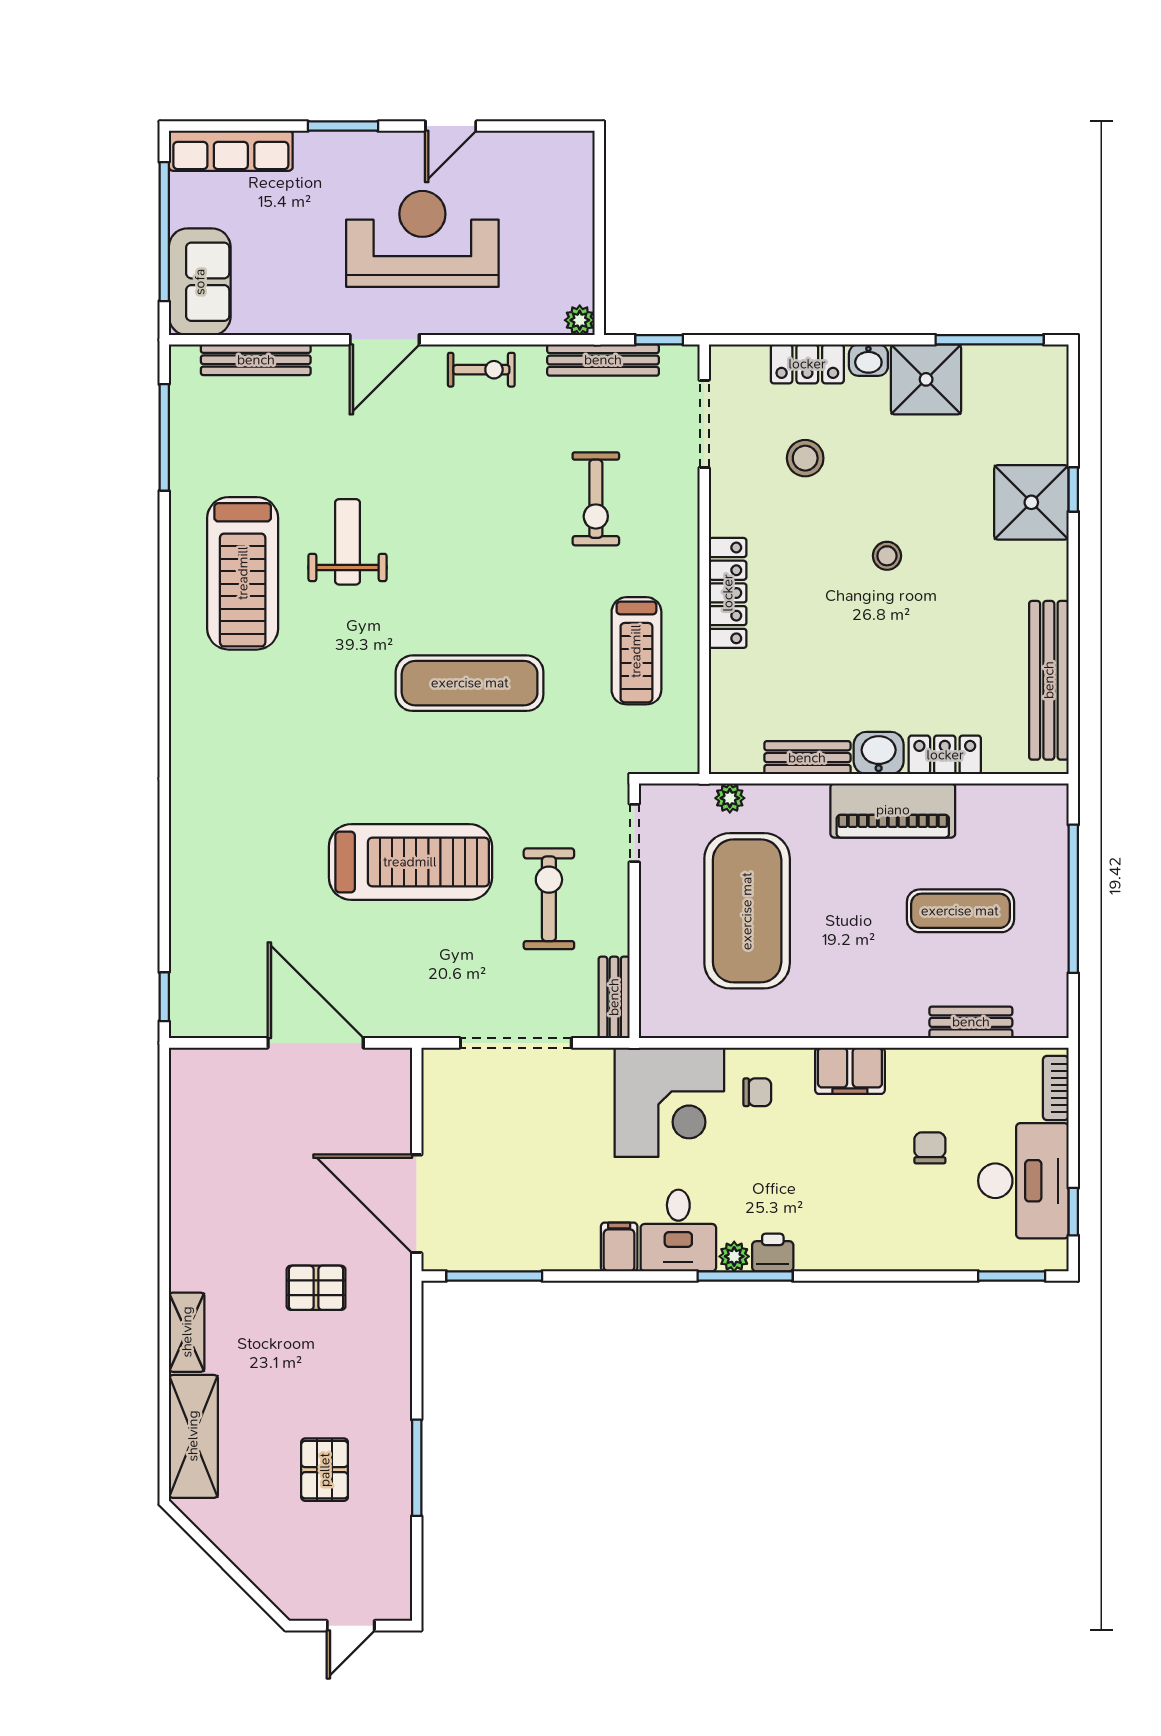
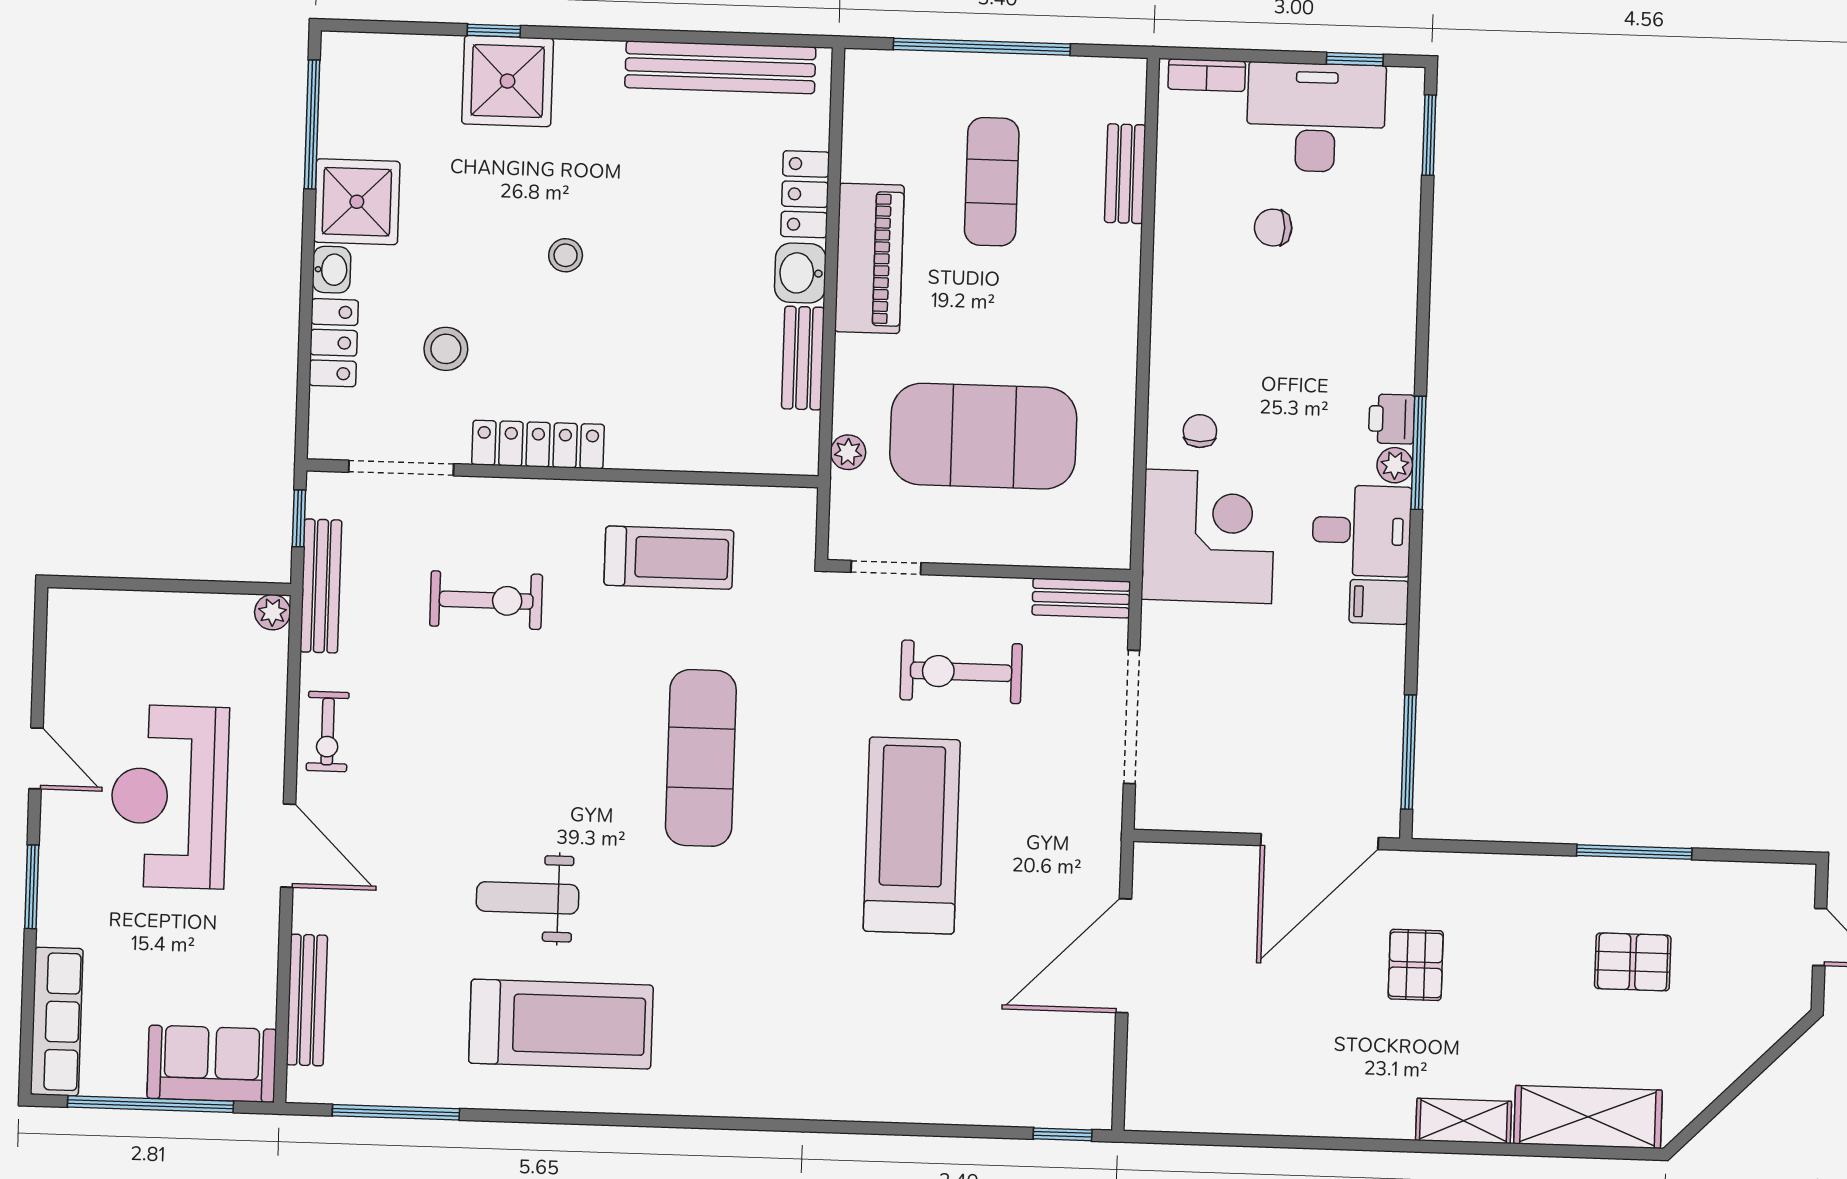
exercise bike: (481, 370) -> (328, 732), turned 180
locker: (728, 593) -> (538, 445), moved
filing cabinet: (850, 1071) -> (1178, 320), removed

